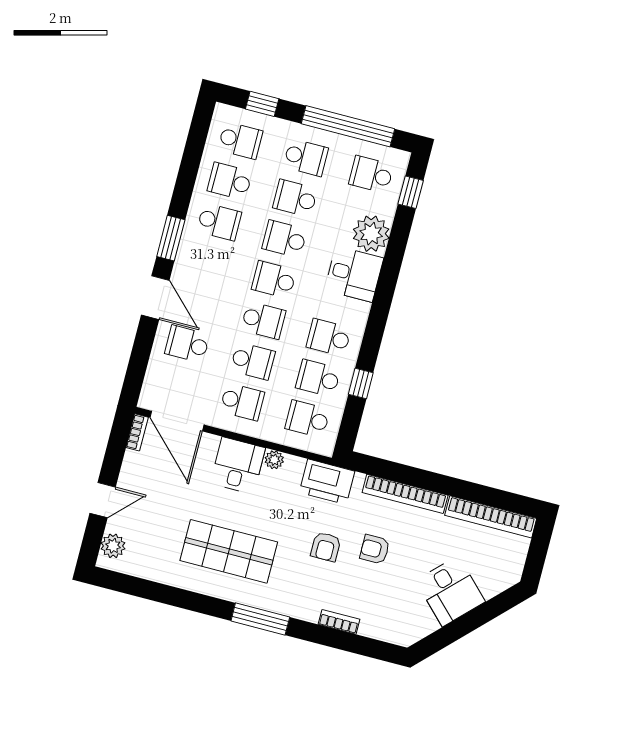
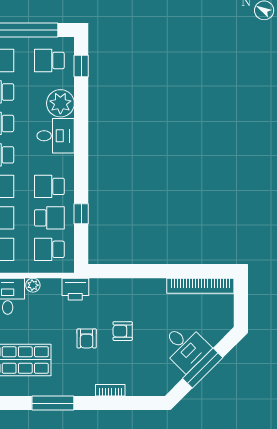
school desk: (318, 378) -> (49, 218), turned 180
printer: (327, 482) -> (75, 289), width x0.73, depth x0.84
bookcase: (405, 494) -> (134, 285), removed
window: (466, 624) -> (203, 368), added

